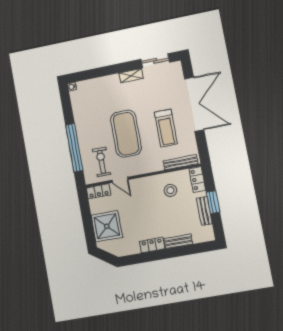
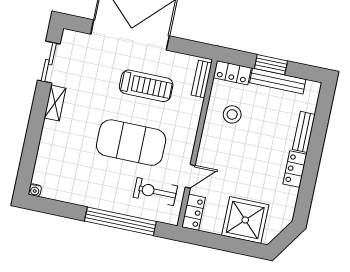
bench: (180, 162) -> (202, 79), width x0.73
bench: (204, 211) -> (278, 81), width x1.36

